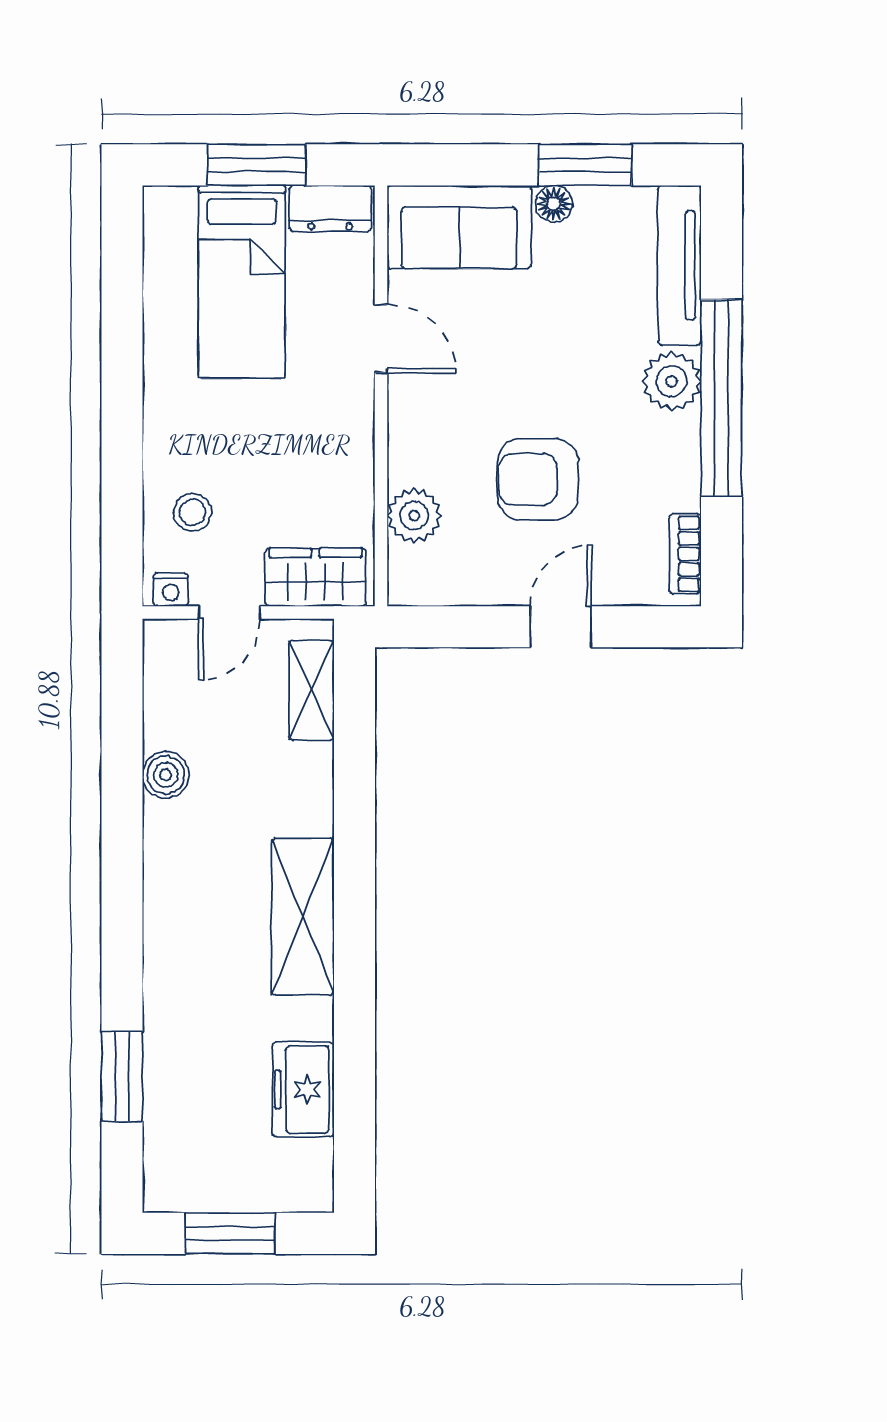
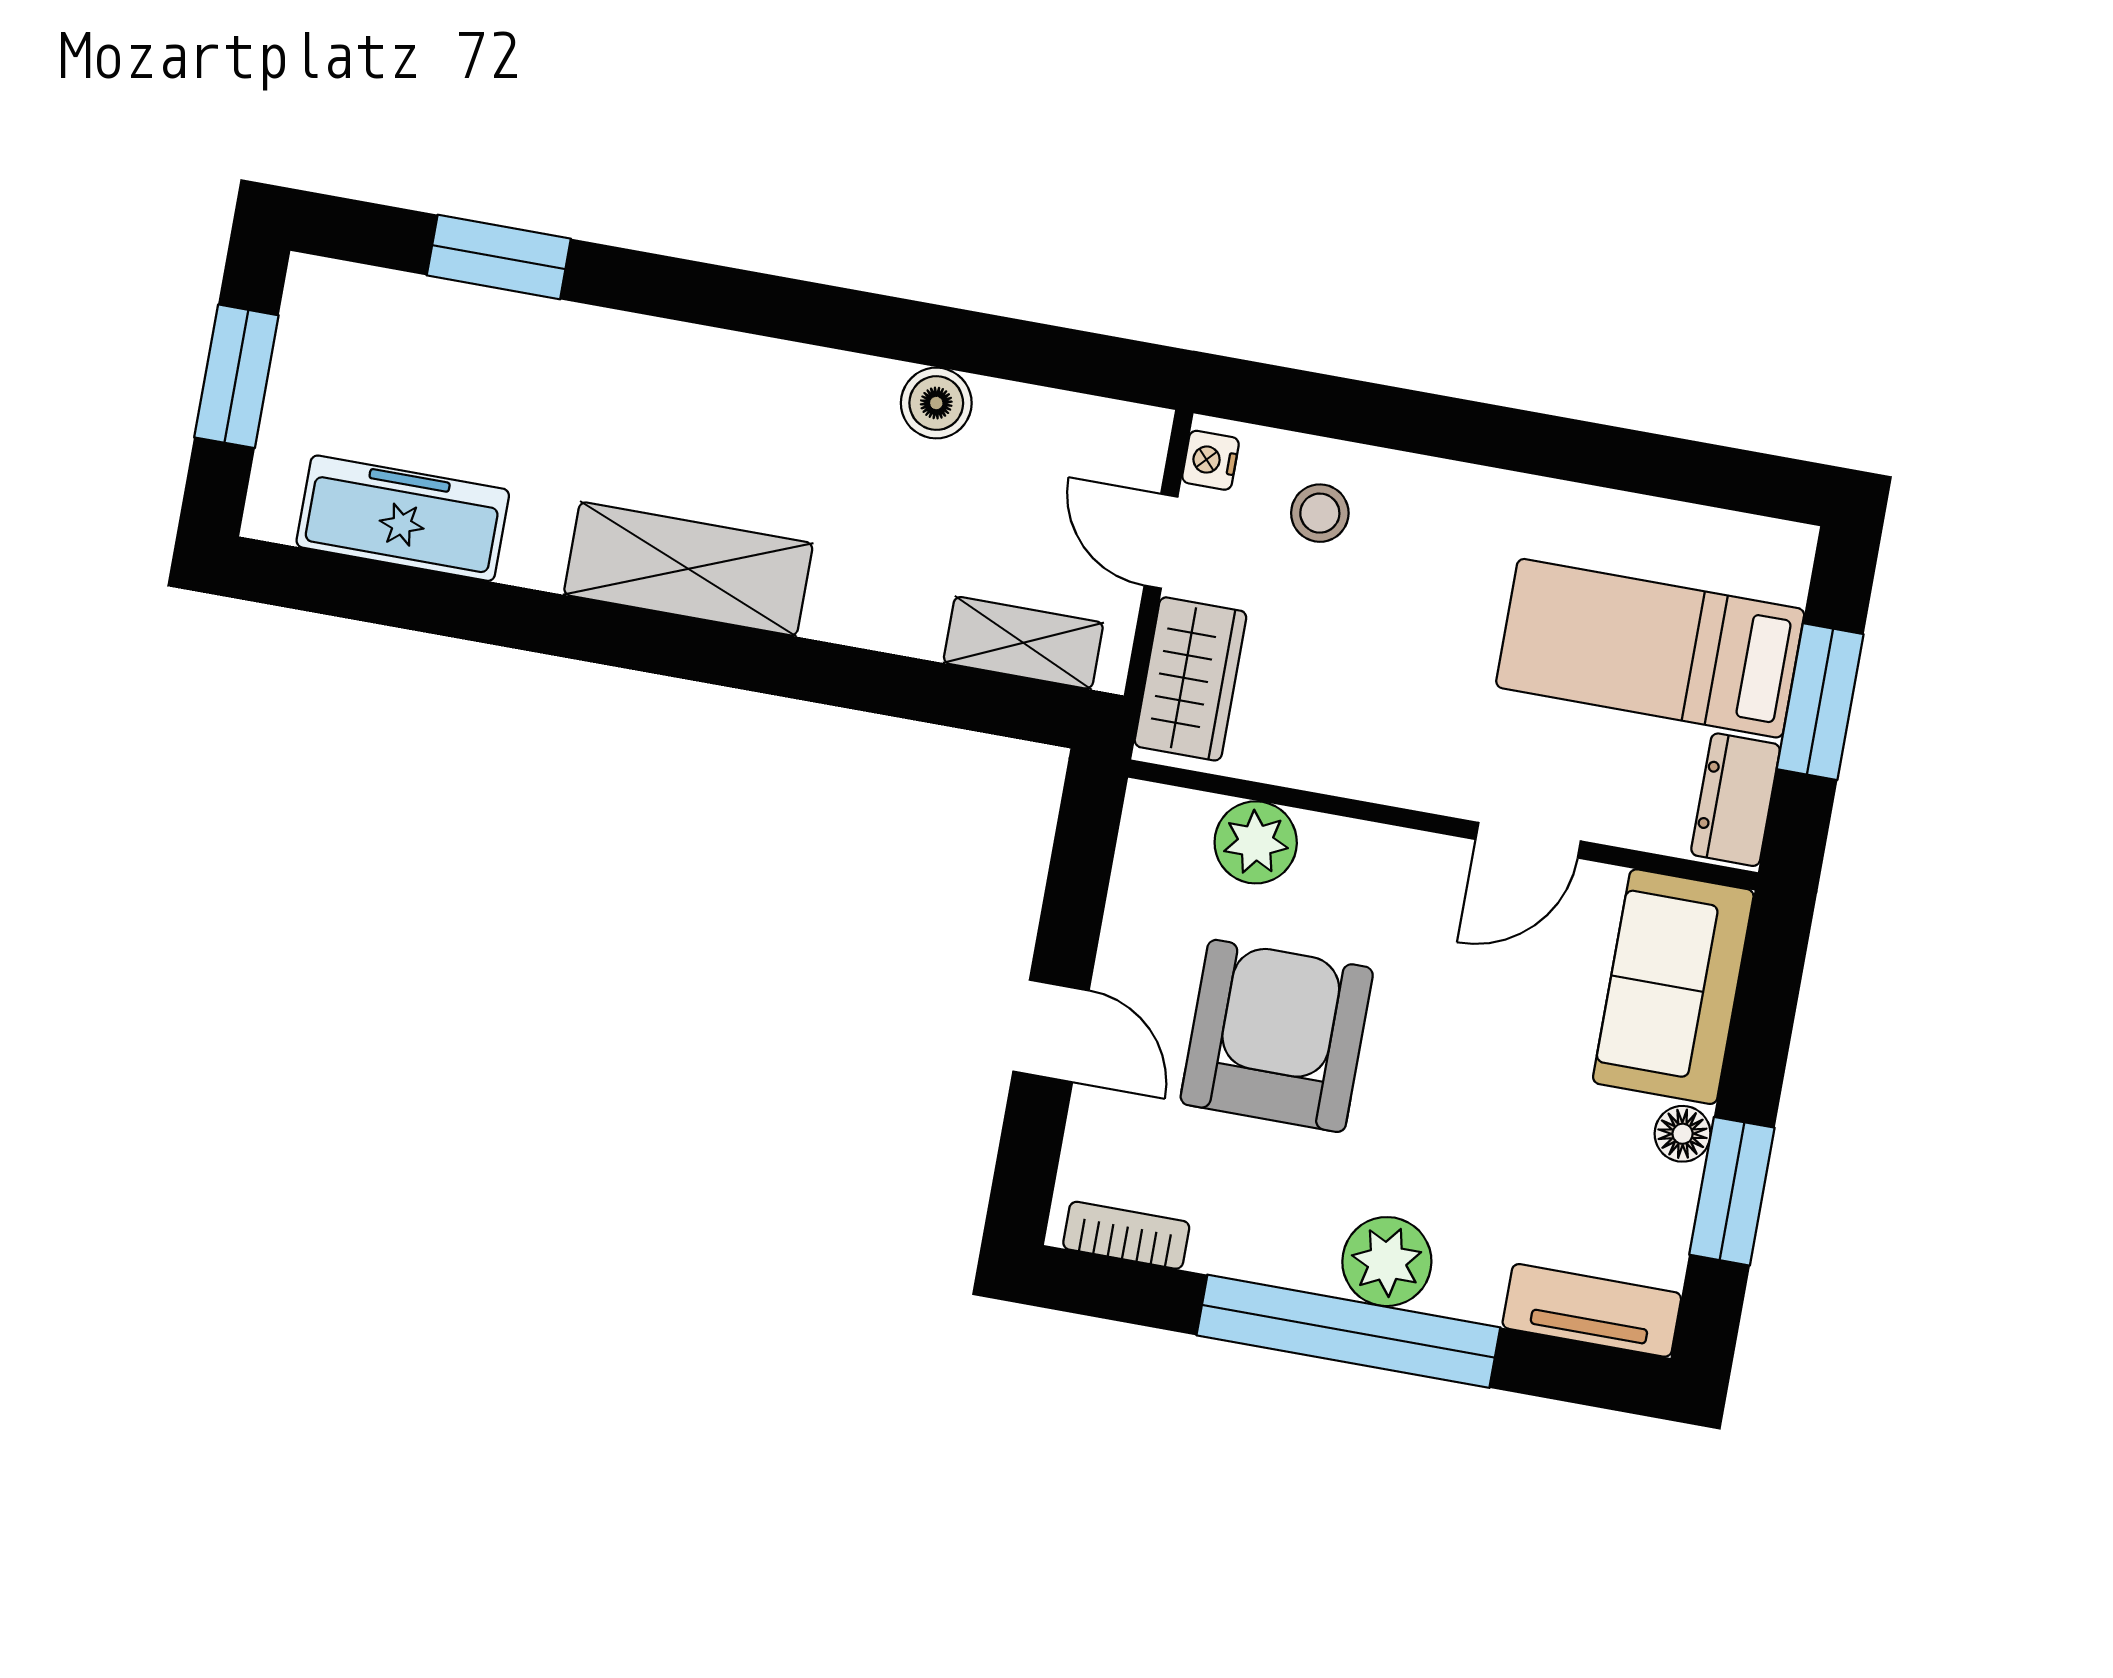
tv unit: (679, 265) -> (1592, 1310), width x0.71
armchair: (538, 479) -> (1277, 1036), width x1.36, depth x1.36
freezer: (303, 1089) -> (403, 518), width x1.40

